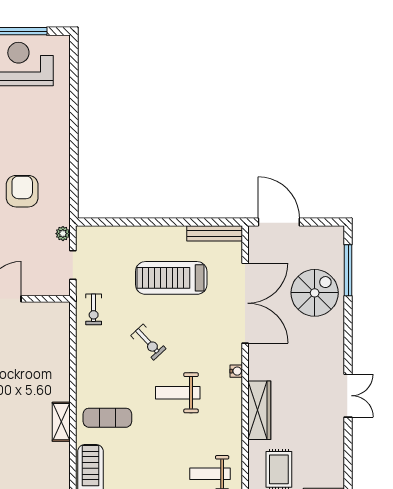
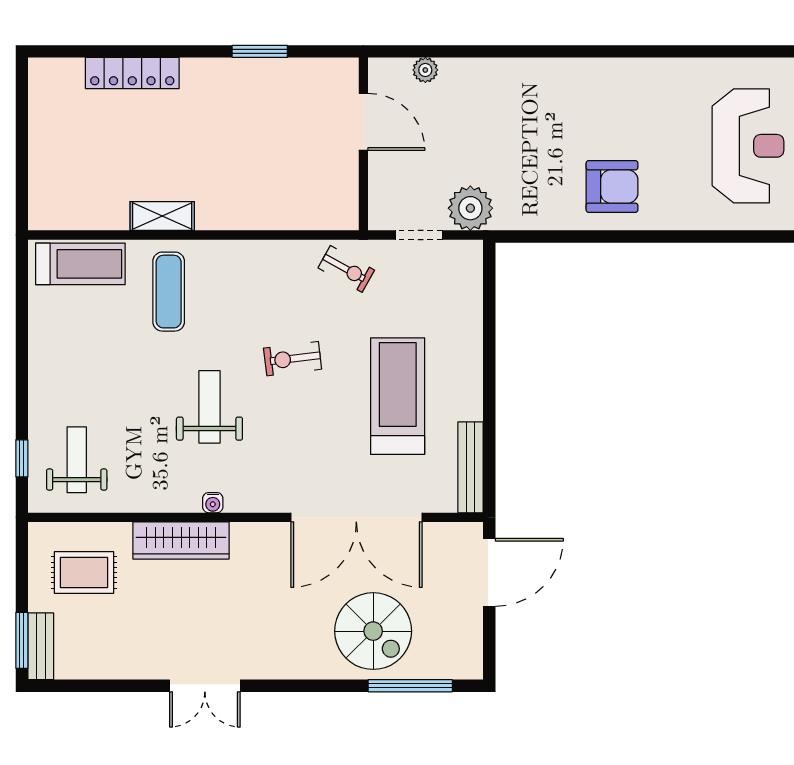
armchair: (22, 191) -> (612, 187), moved
plant: (63, 234) -> (470, 208), width x1.88, depth x1.88
exercise bike: (94, 309) -> (346, 269), turned -151
exercise bike: (148, 342) -> (293, 359), turned 36
water cooler: (236, 371) -> (213, 503), moved

